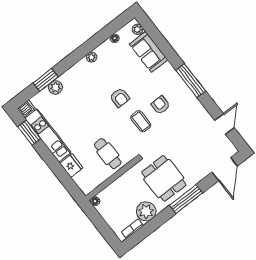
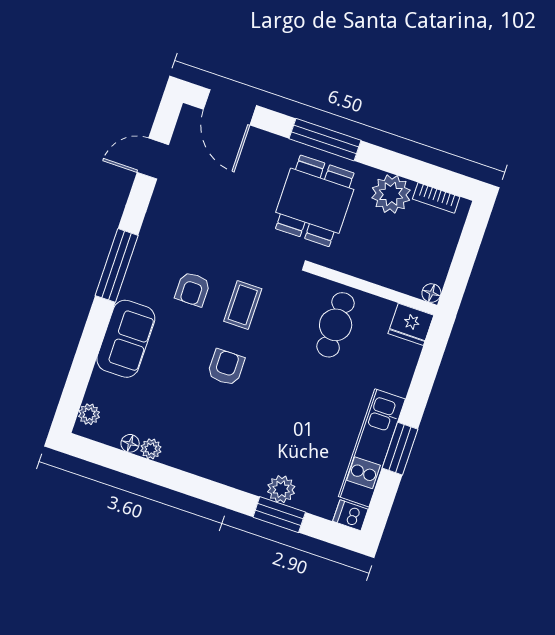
sofa: (148, 52) -> (126, 339), moved
plant: (92, 57) -> (151, 449), moved
window: (29, 133) -> (400, 449), moved
fridge: (71, 165) -> (411, 324), moved, turned -90
door: (225, 169) -> (230, 107), swing flipped

